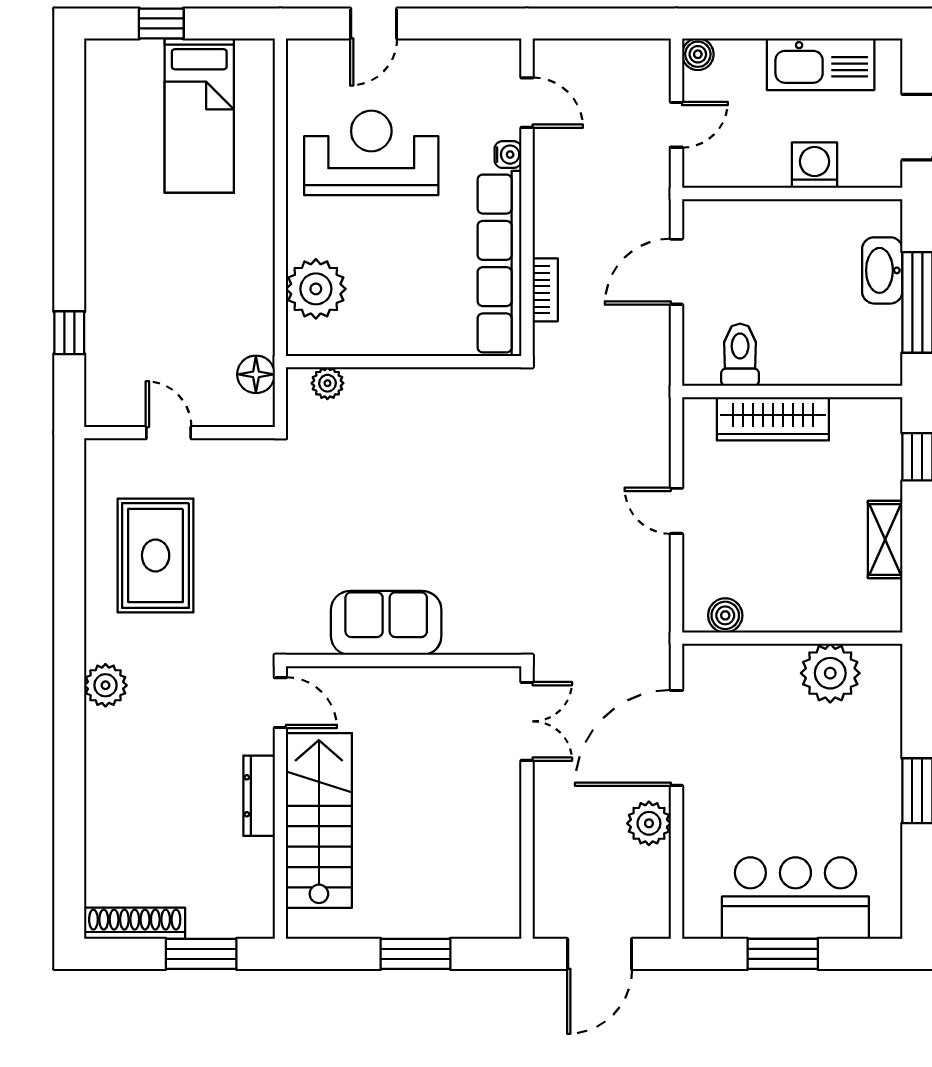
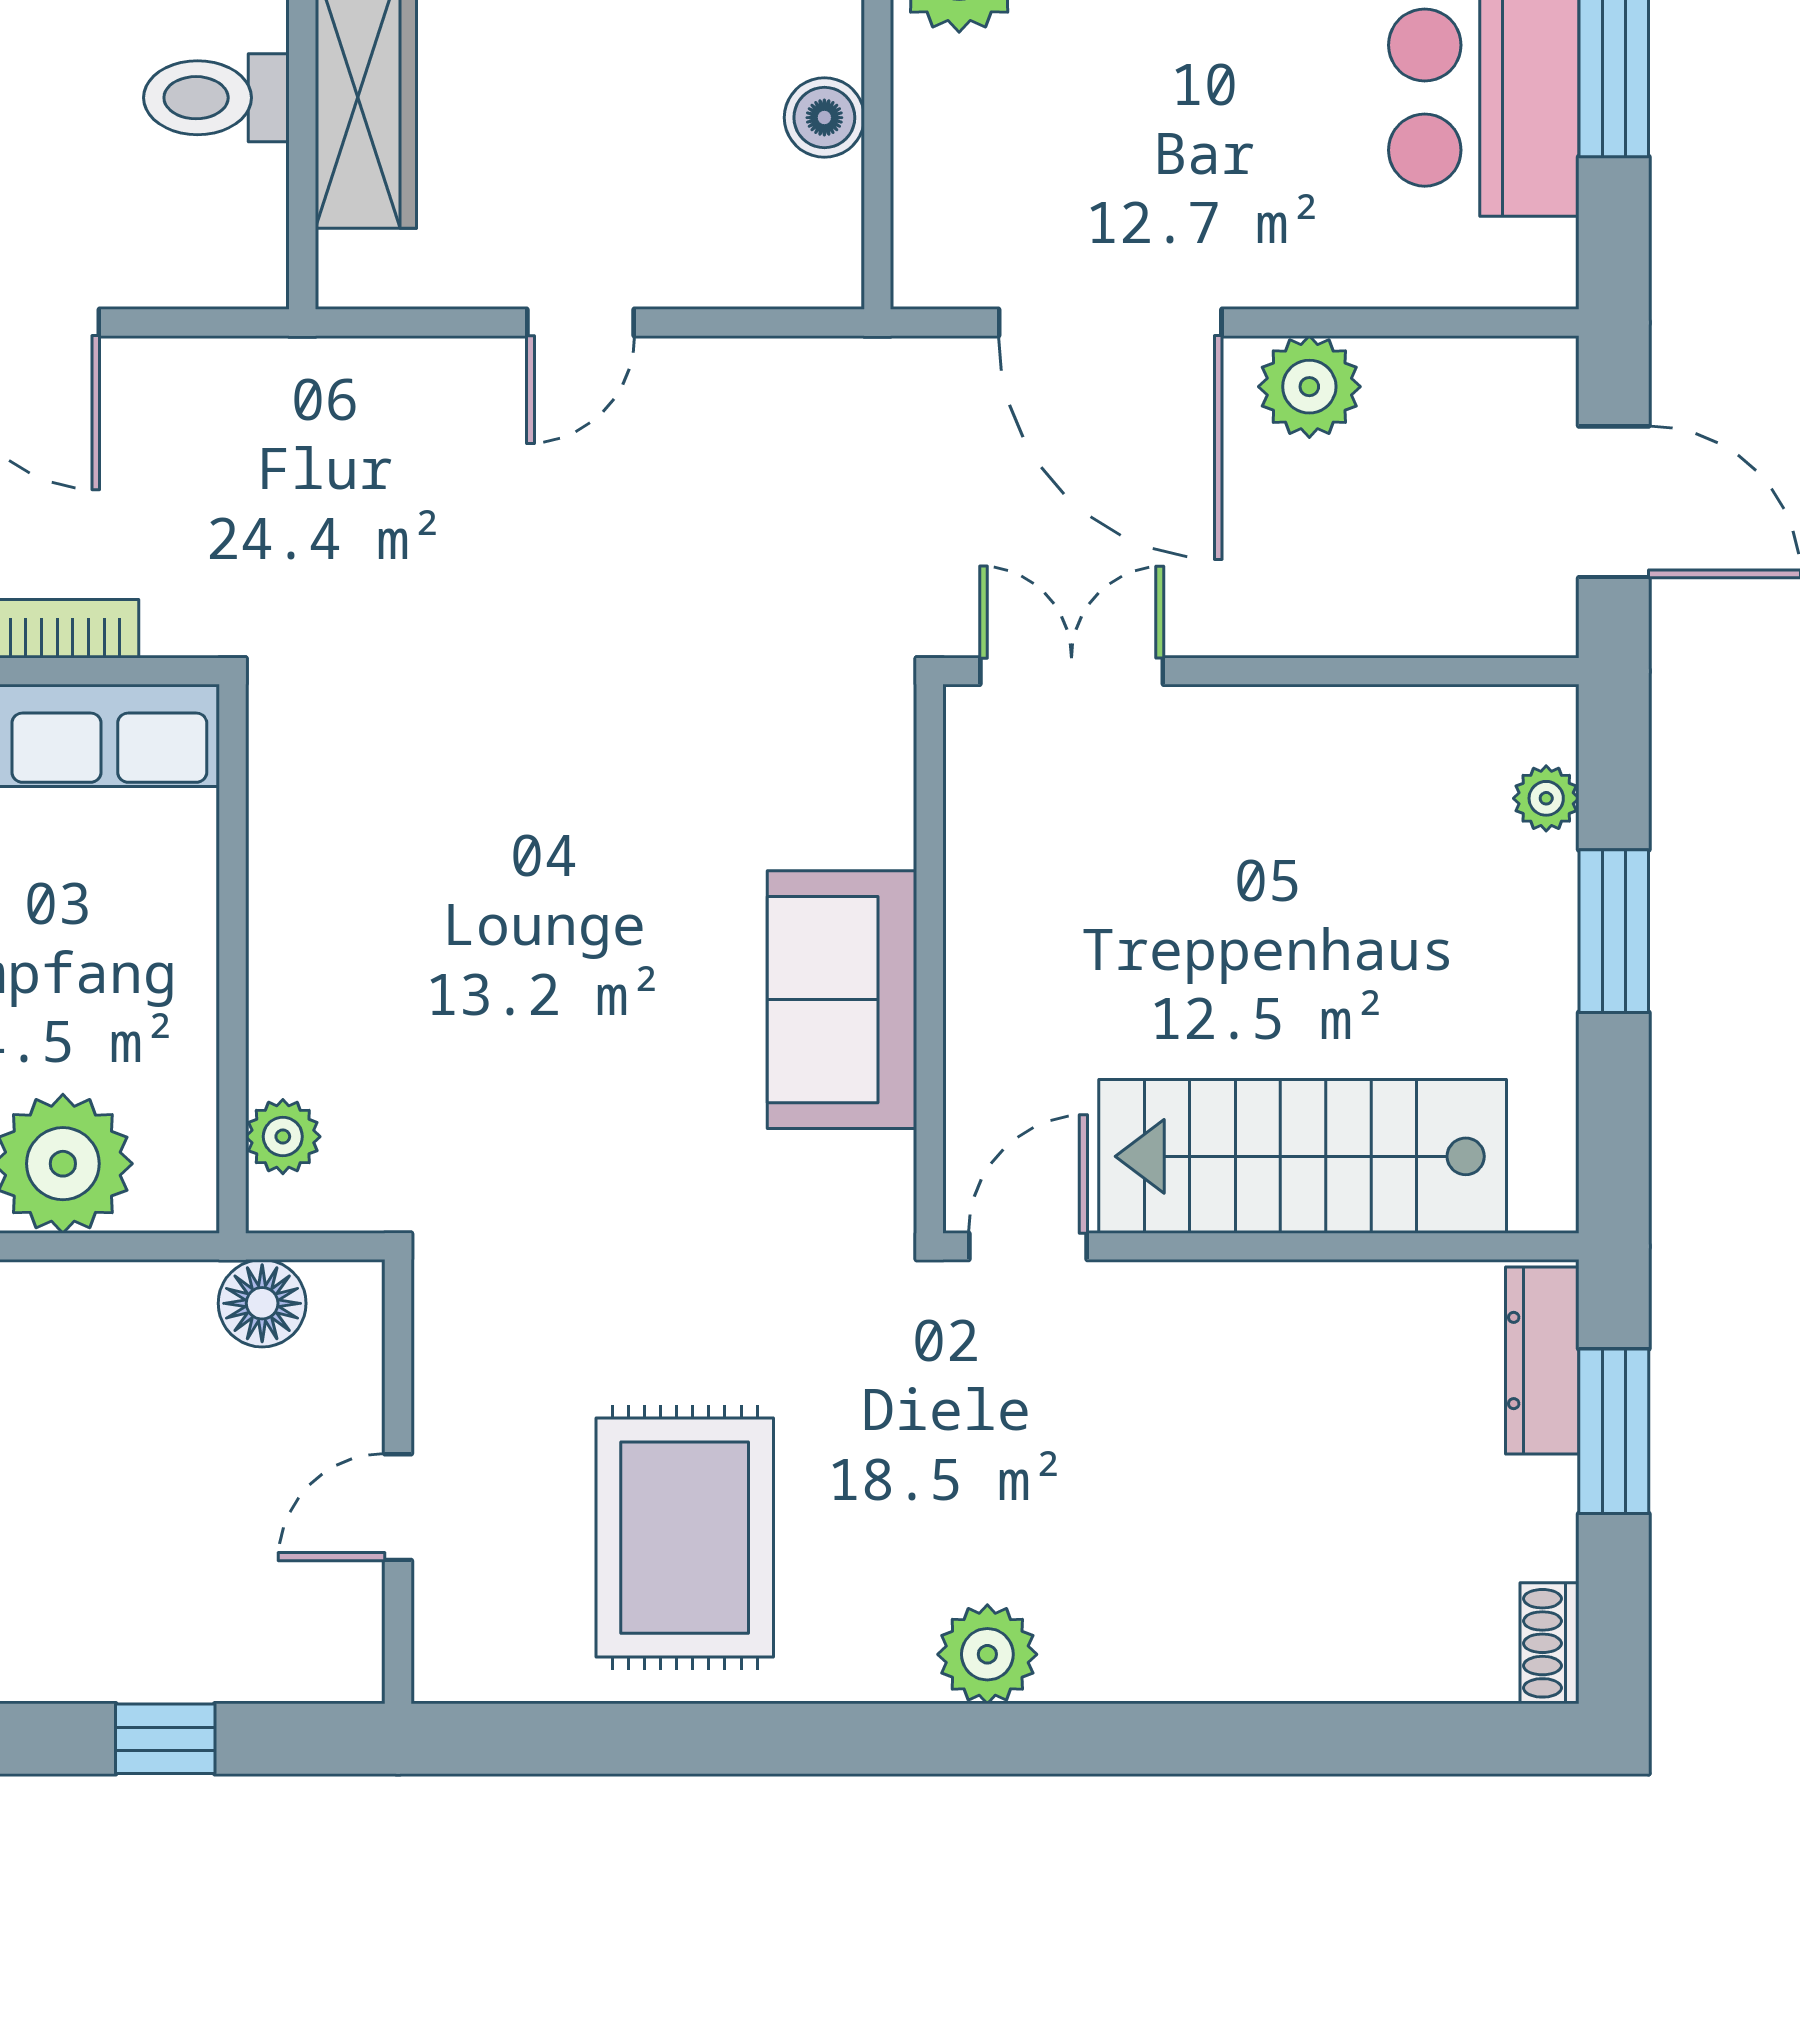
toilet: (740, 355) -> (216, 98), moved
rug: (156, 556) -> (685, 1538), turned 90
boiler: (725, 615) -> (824, 118), moved
dresser: (259, 796) -> (1542, 1361), moved, turned 90
shoe rack: (135, 923) -> (1550, 1643), width x0.51, depth x0.81
plant: (472, 925) -> (1546, 798), added

